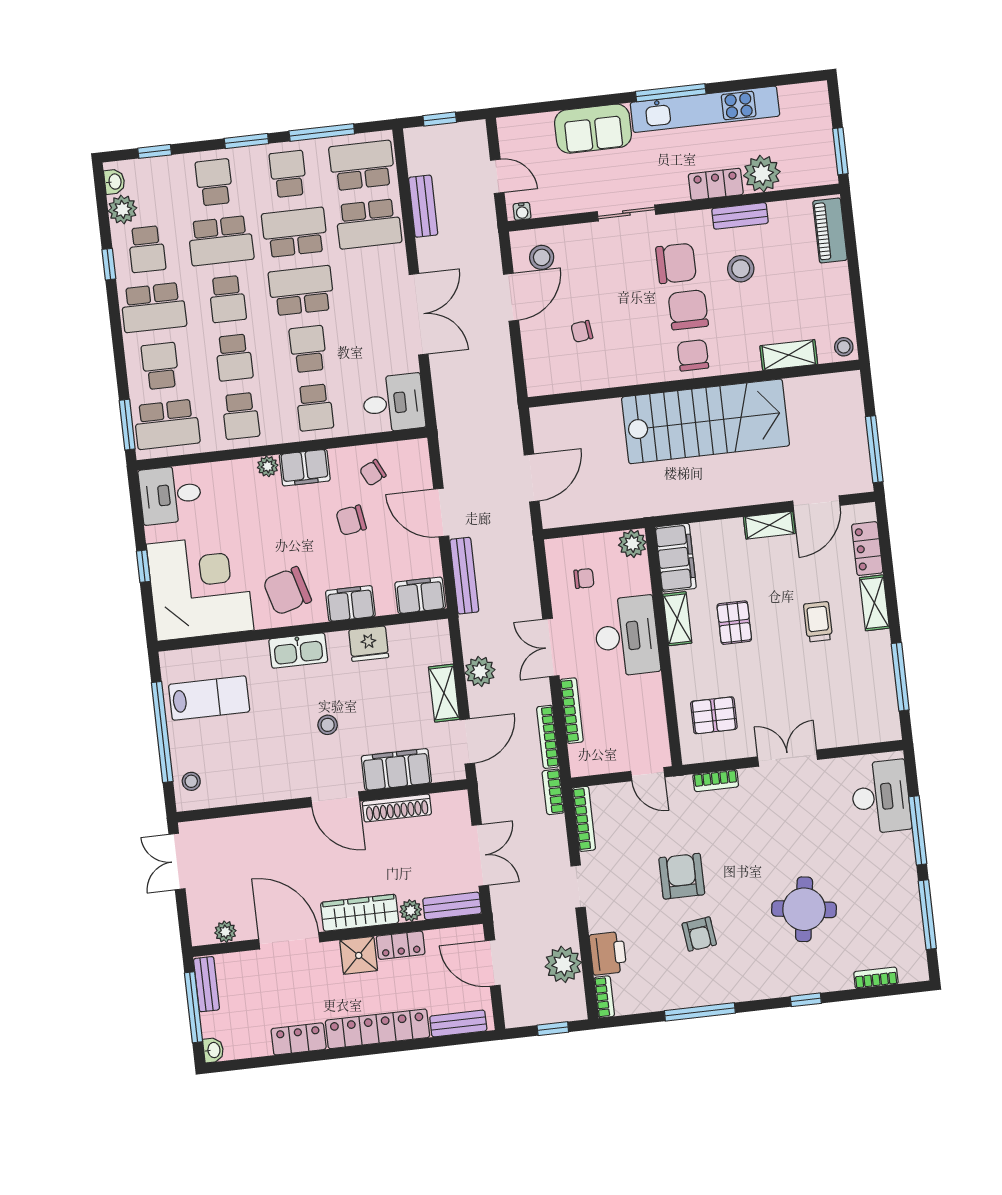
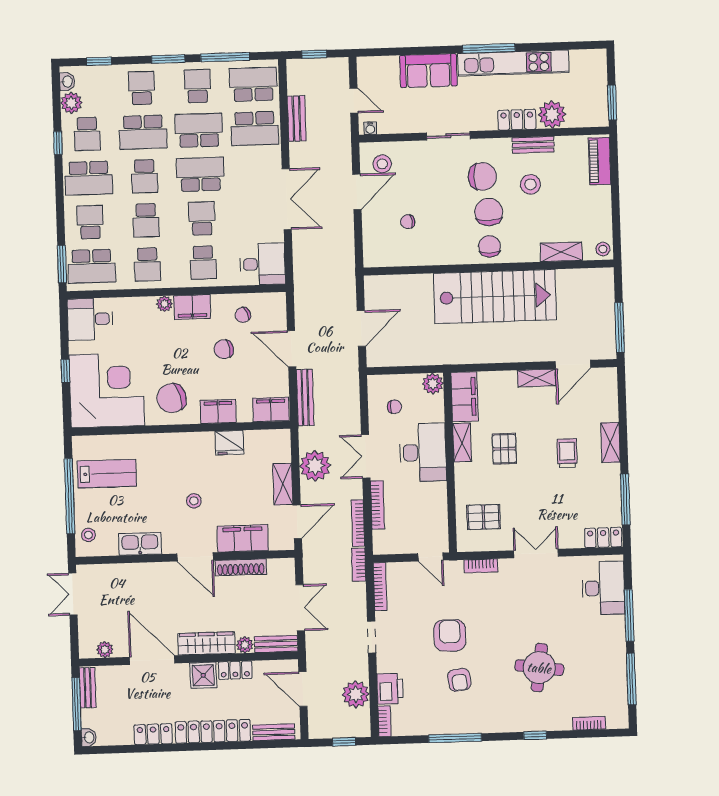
locker: (867, 549) -> (603, 538), moved, turned 90
kitchen sink: (298, 651) -> (140, 544), moved, turned 180
plant: (480, 671) -> (315, 466), width x1.36, depth x1.36

